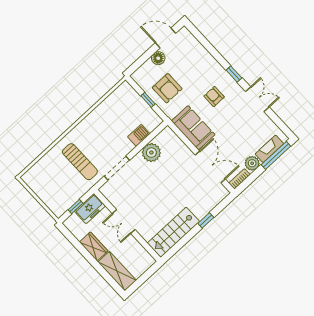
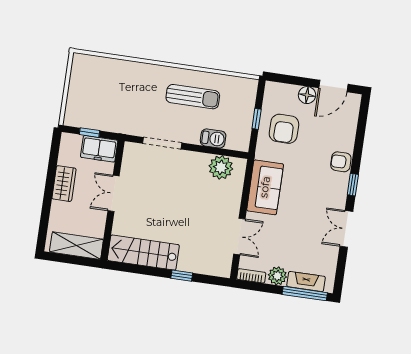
door: (165, 38) -> (333, 86), swing flipped
armchair: (214, 96) -> (341, 162), moved, turned -90
double door: (257, 99) -> (346, 229), swing flipped
plant: (151, 153) -> (221, 167), moved
sun lounger: (80, 162) -> (193, 97), moved, turned -90
double door: (210, 167) -> (239, 237), width x0.73
shelving: (117, 271) -> (76, 246), moved, turned 90

